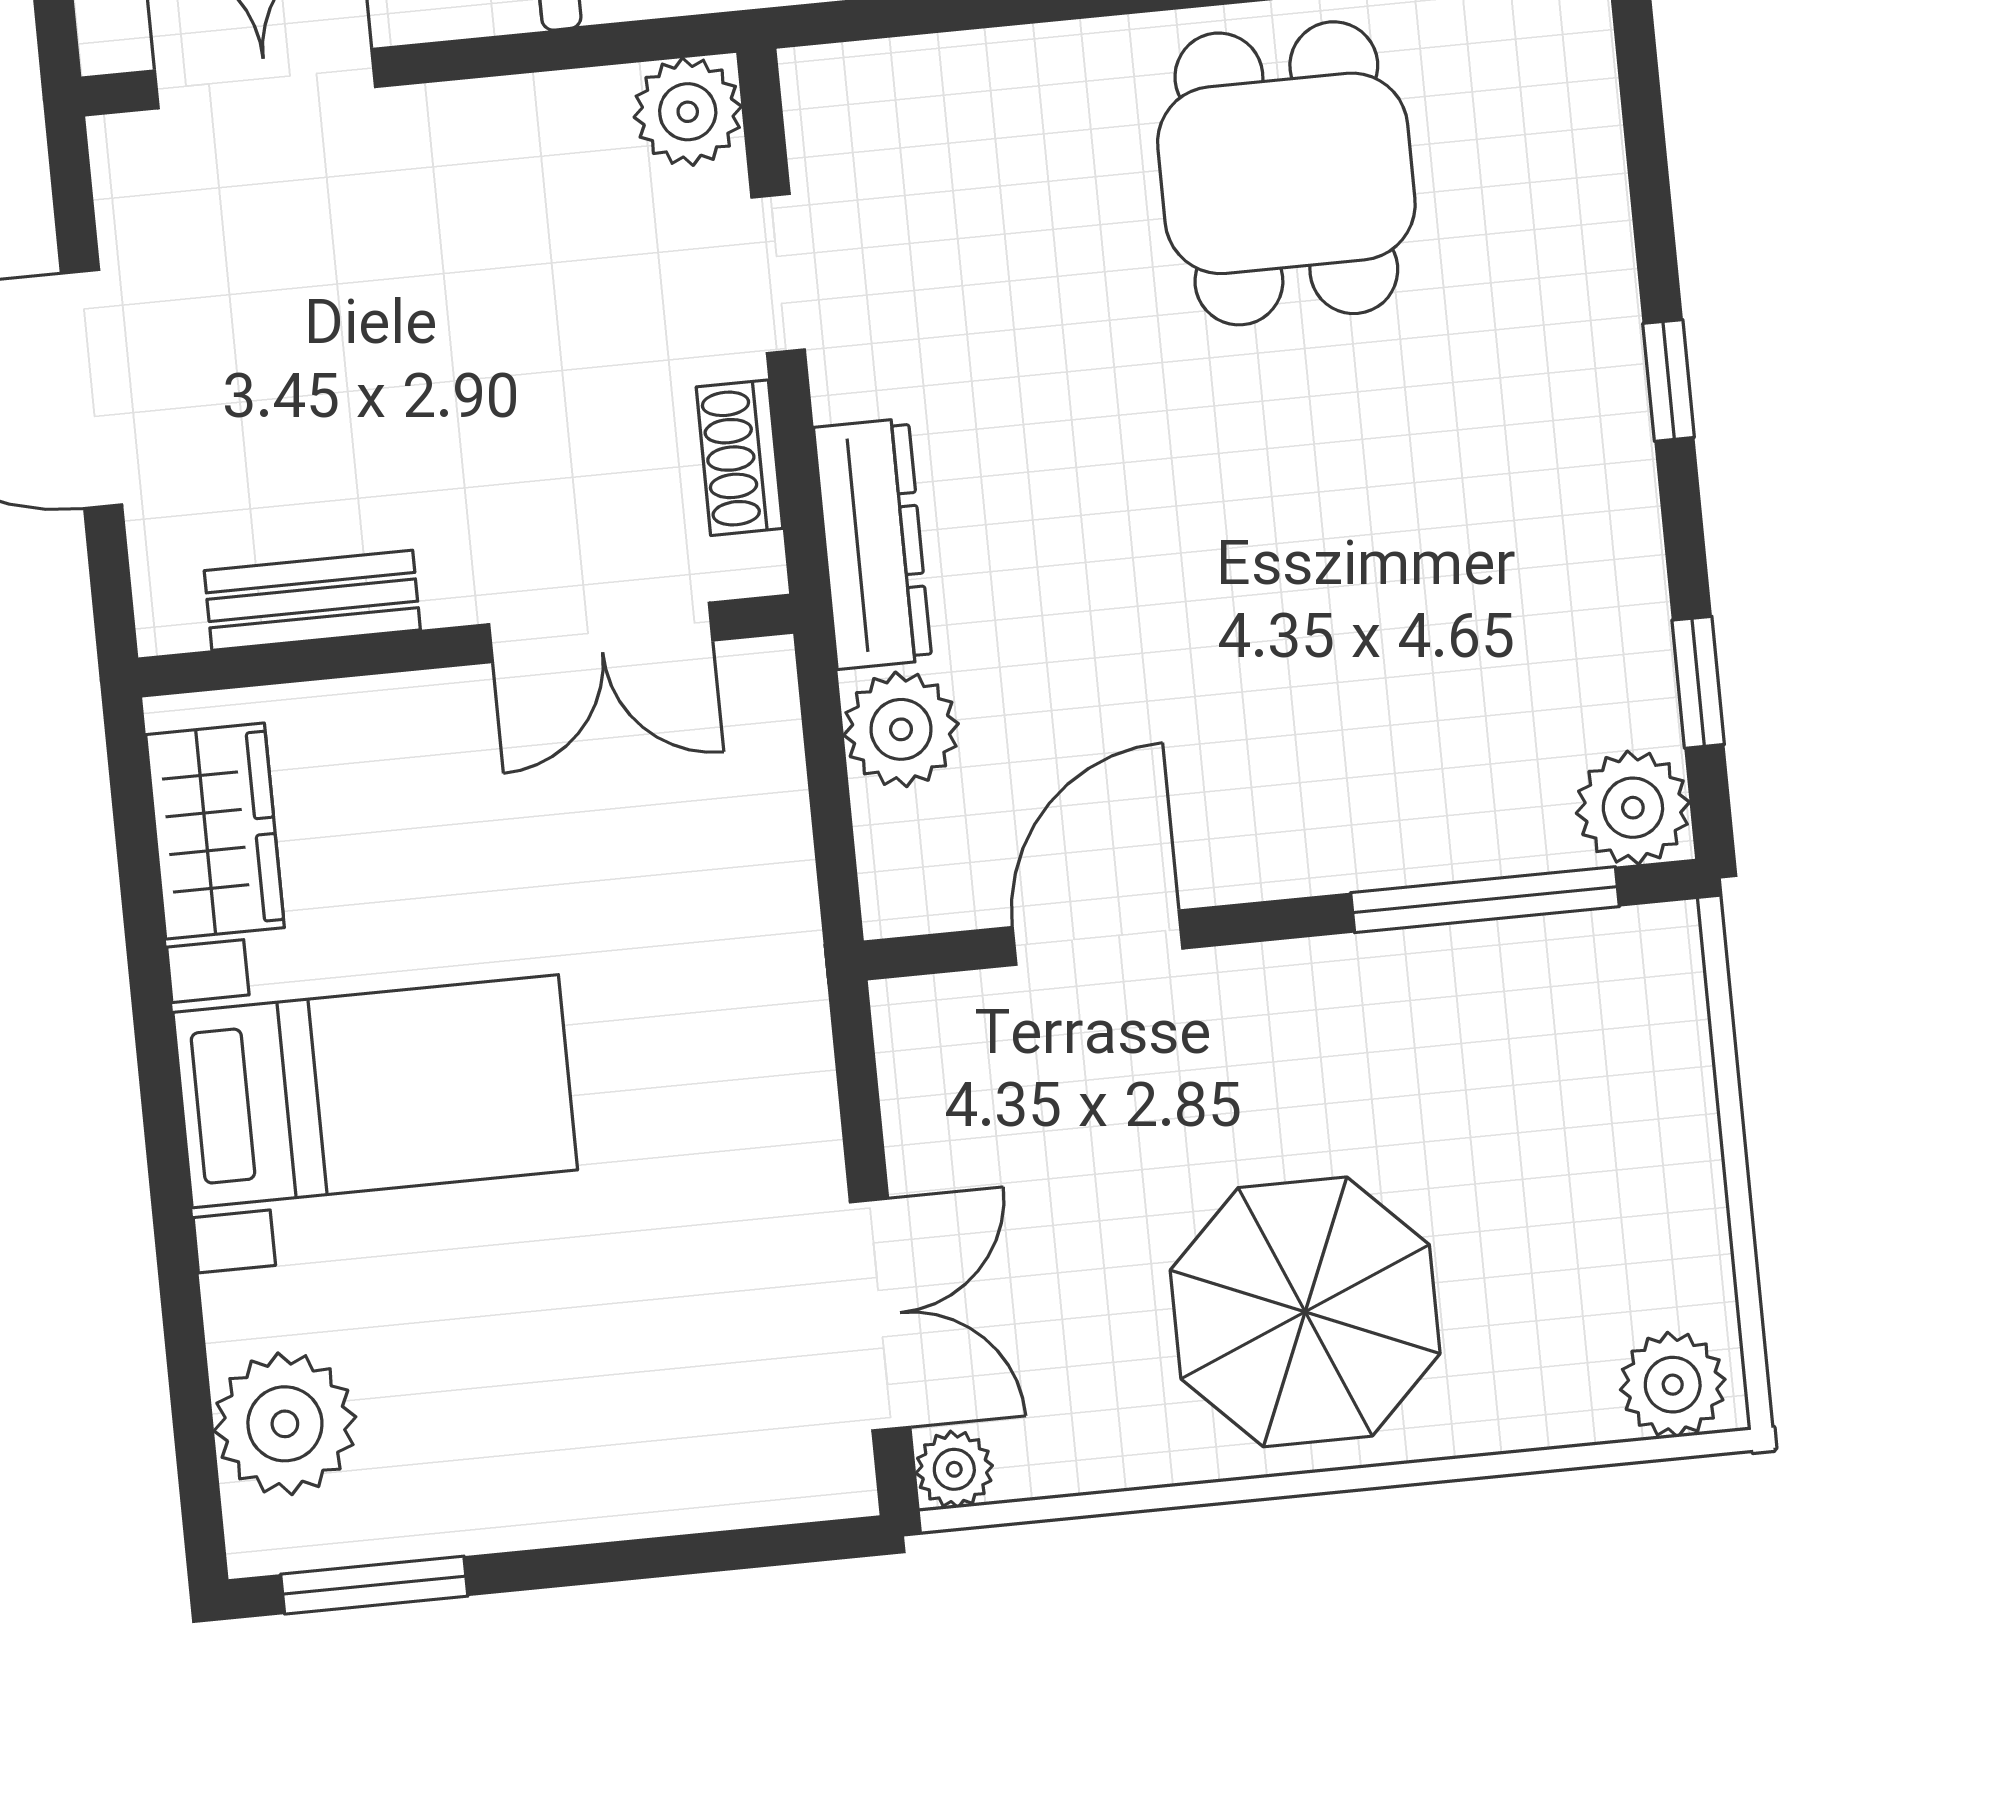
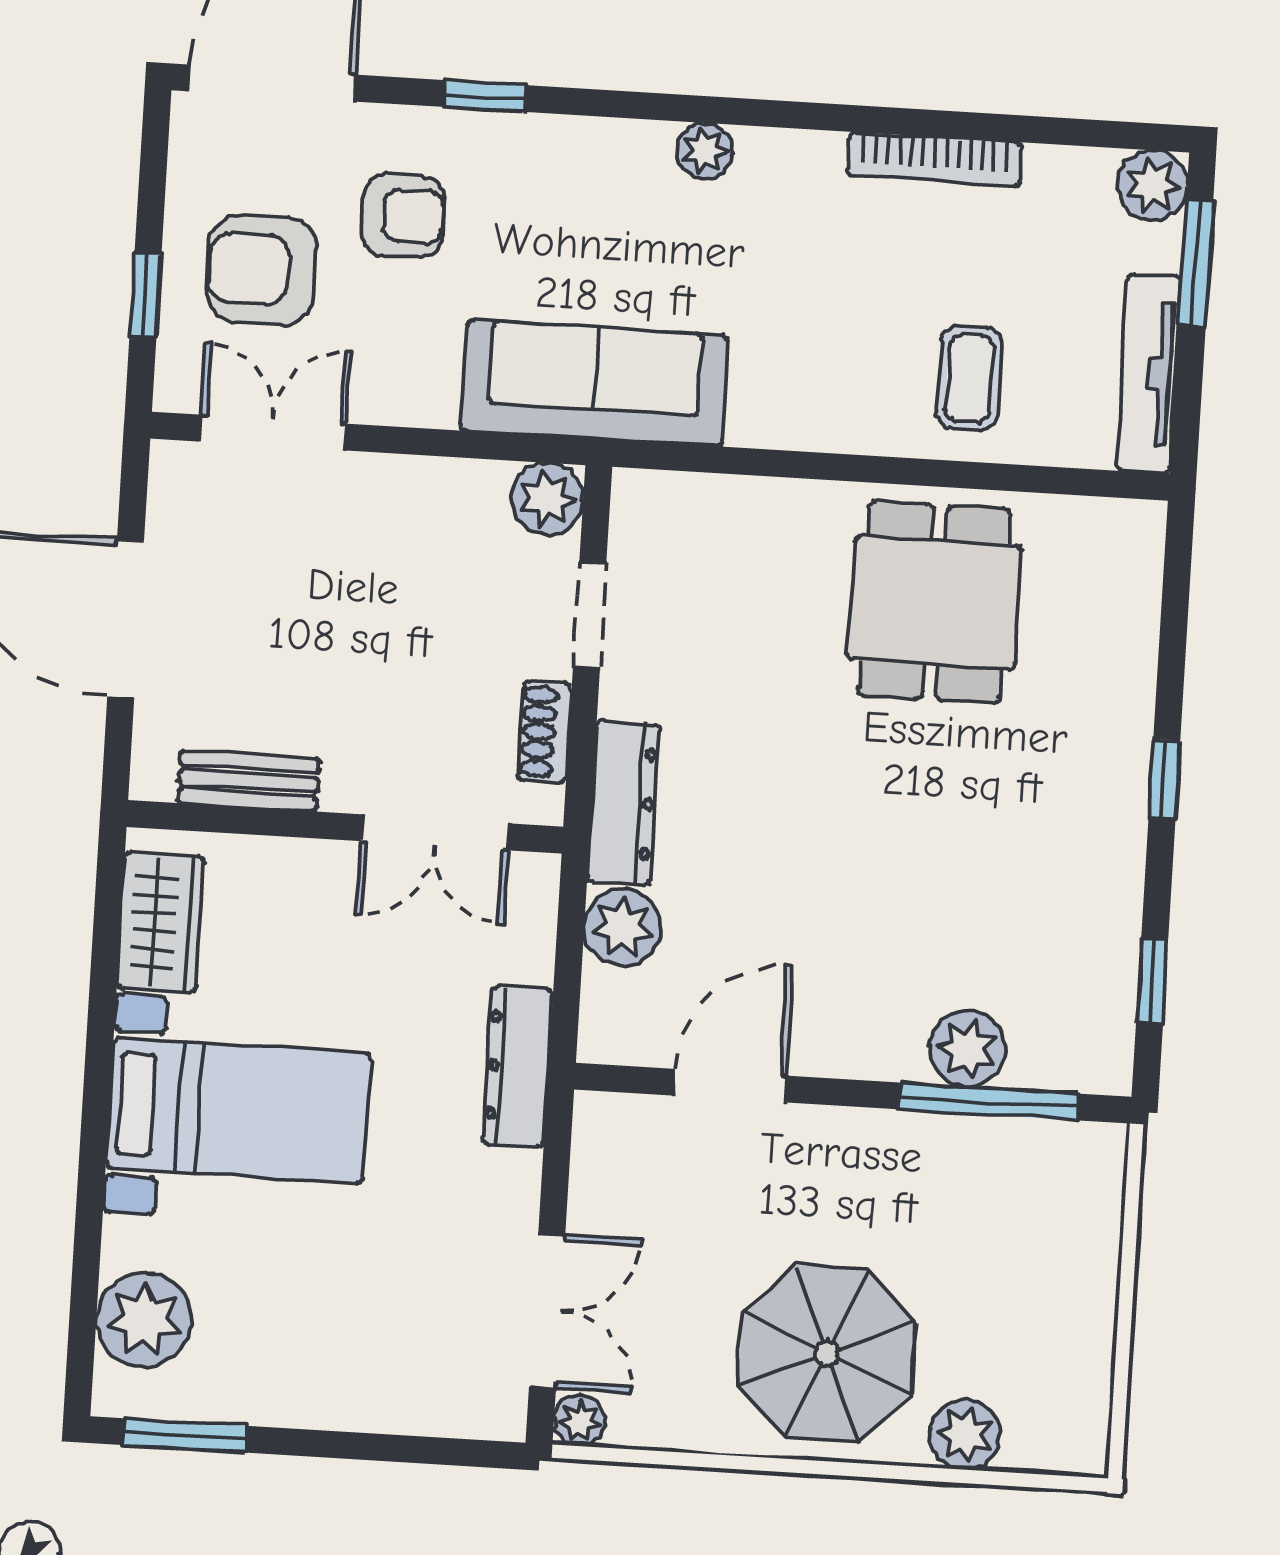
plant: (1633, 808) -> (967, 1049), moved
dresser: (778, 960) -> (518, 1066), added
plant: (1673, 1385) -> (965, 1435), moved

